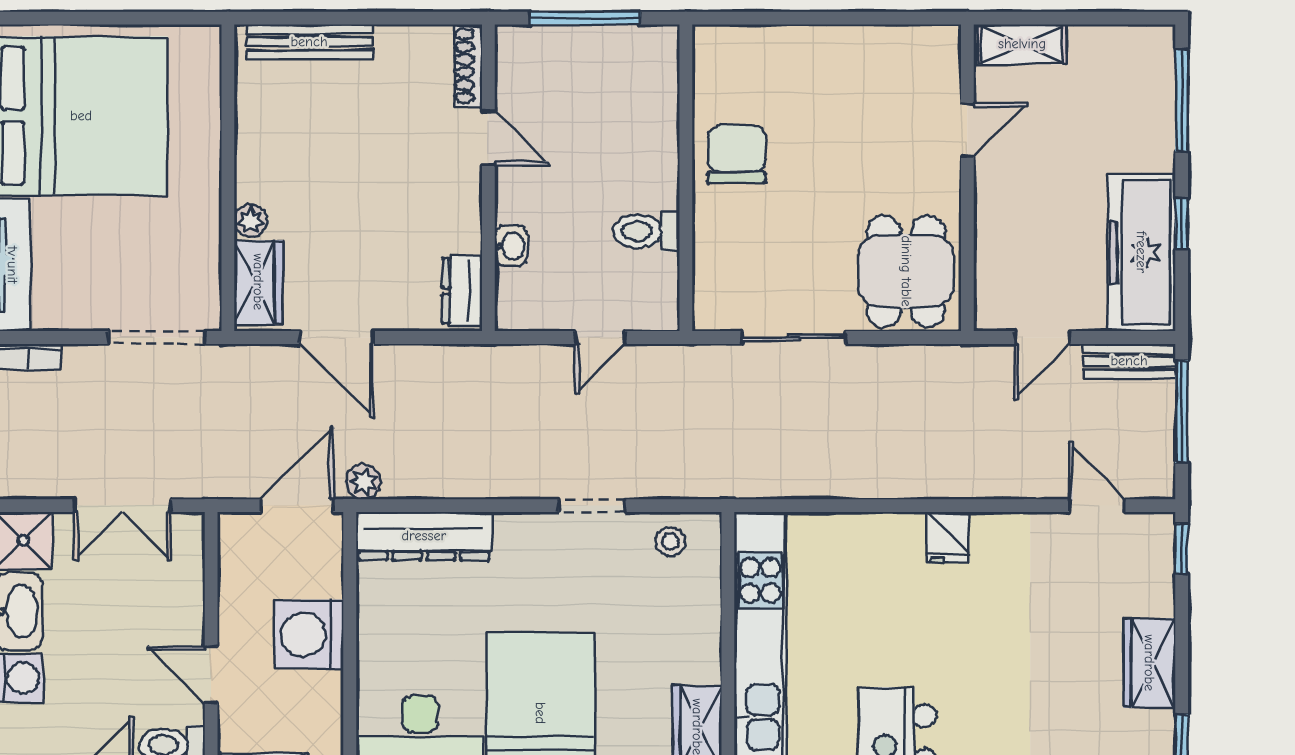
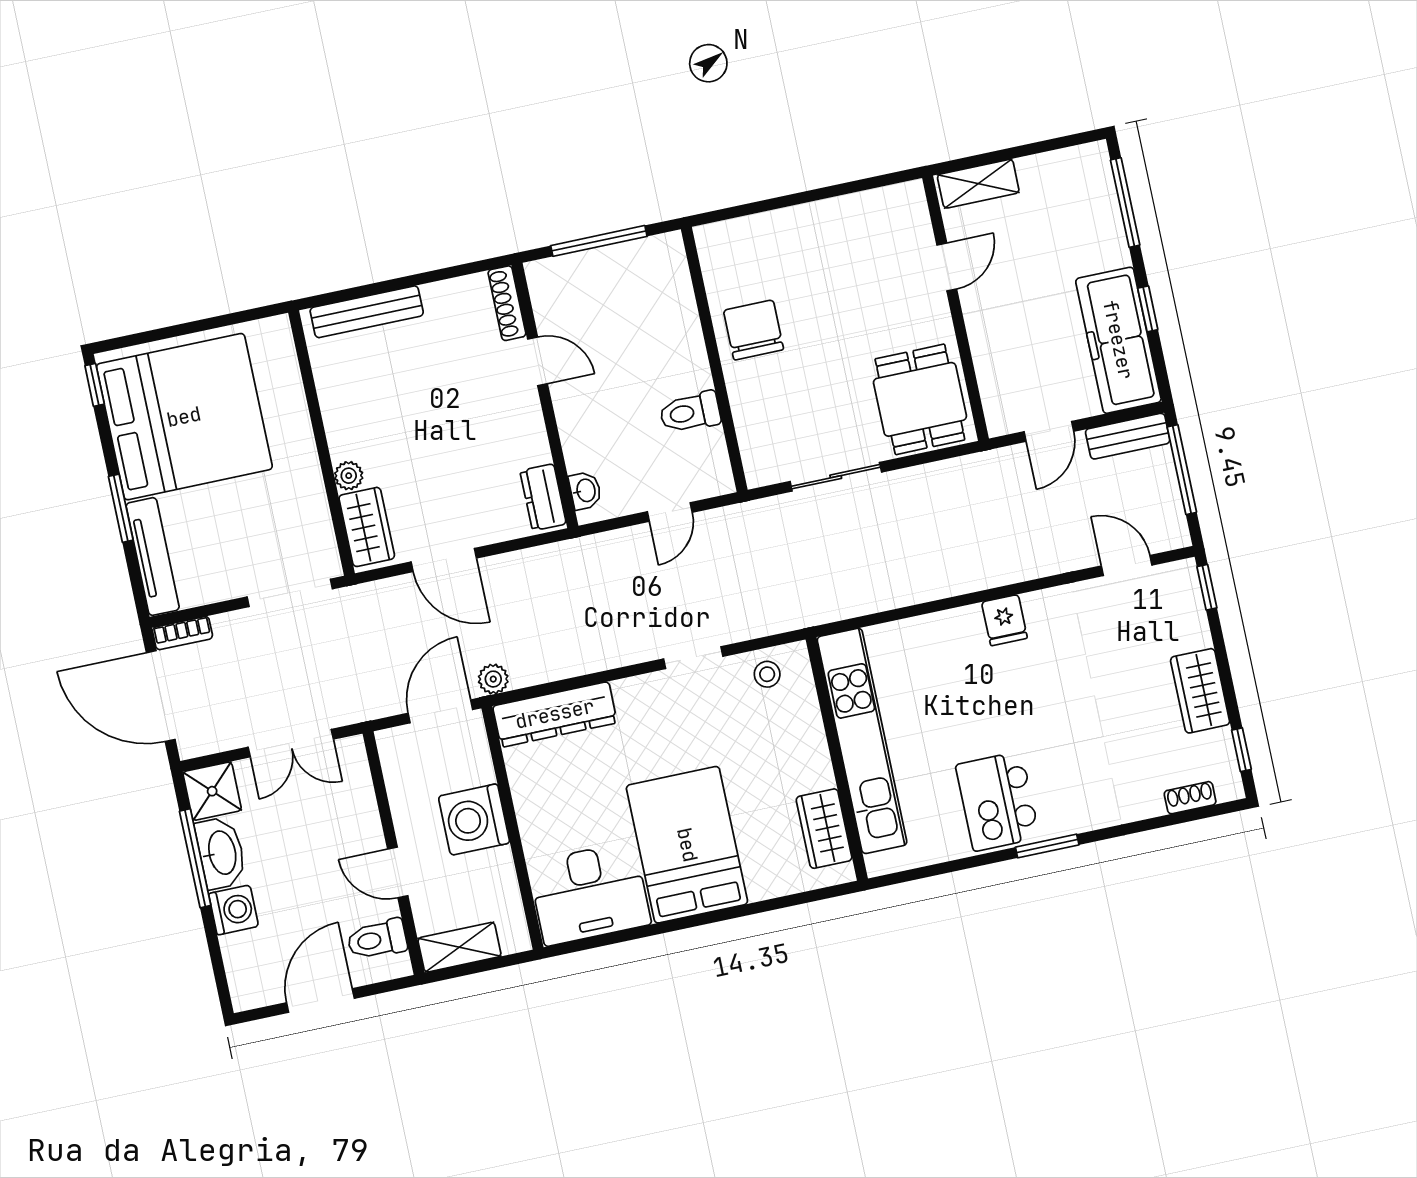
washbasin: (511, 246) -> (585, 491), moved

